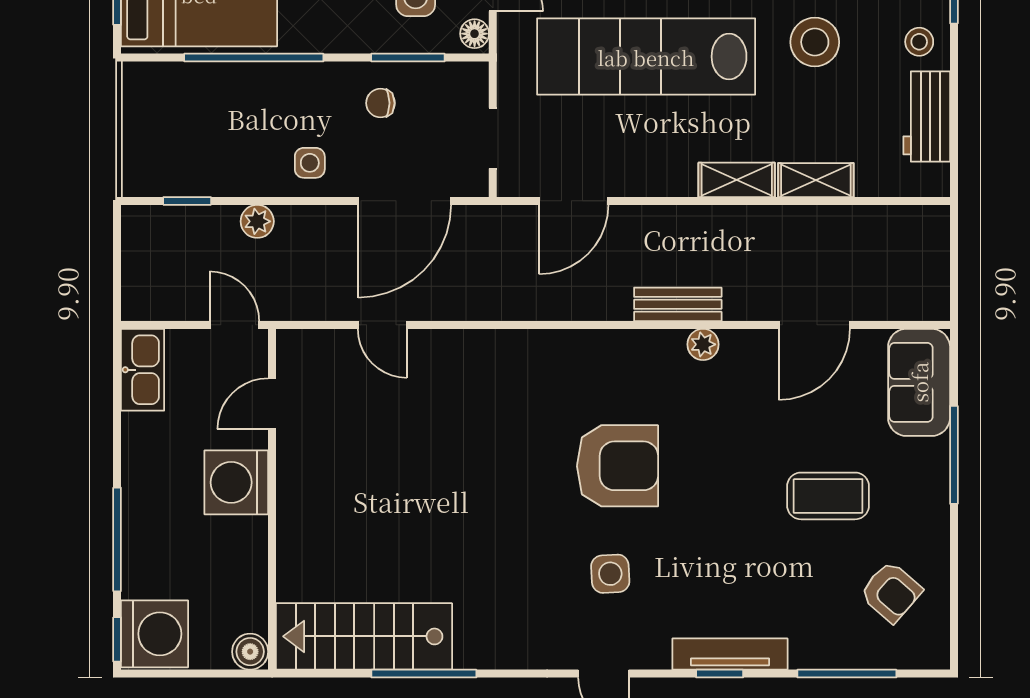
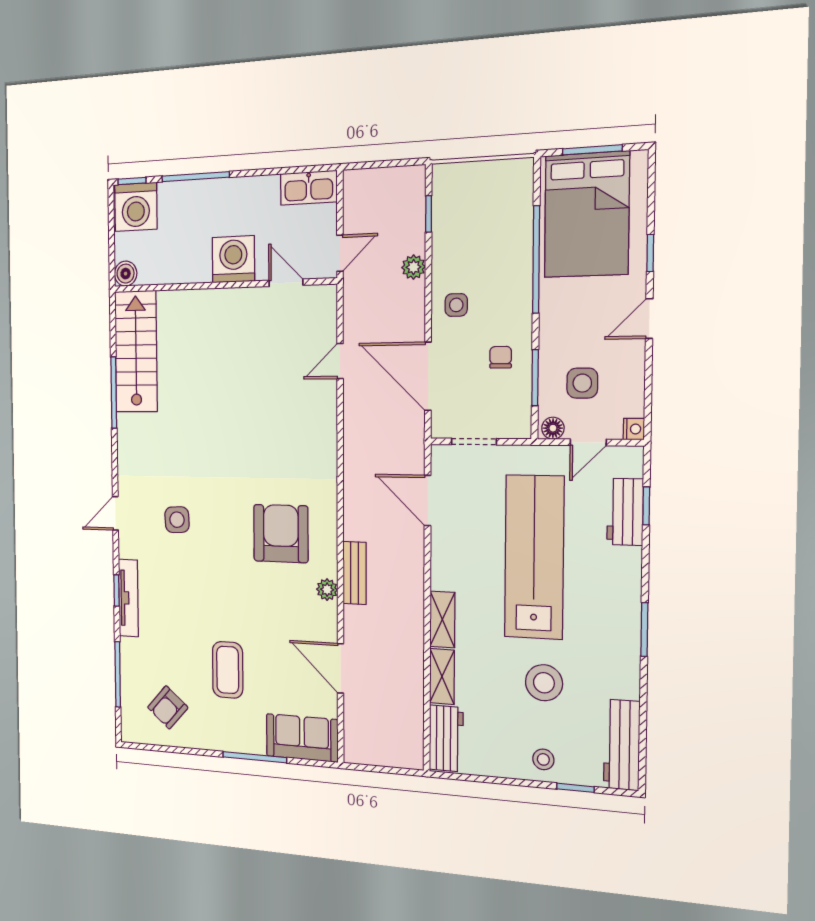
workbench: (927, 117) -> (446, 738), moved, turned 90
armchair: (618, 466) -> (281, 534), moved, turned 180

